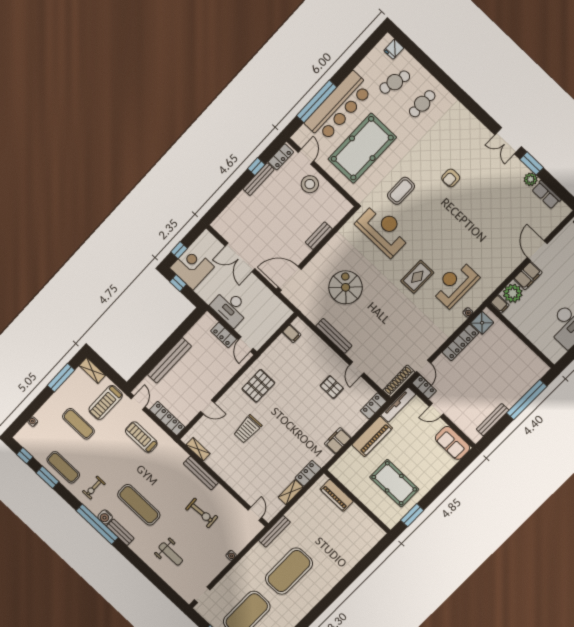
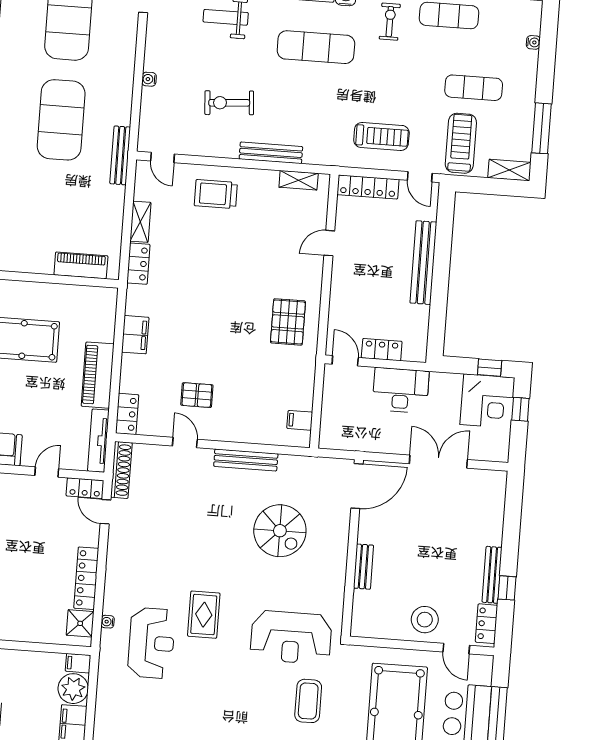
trolley: (248, 429) -> (216, 194), moved, turned -89

